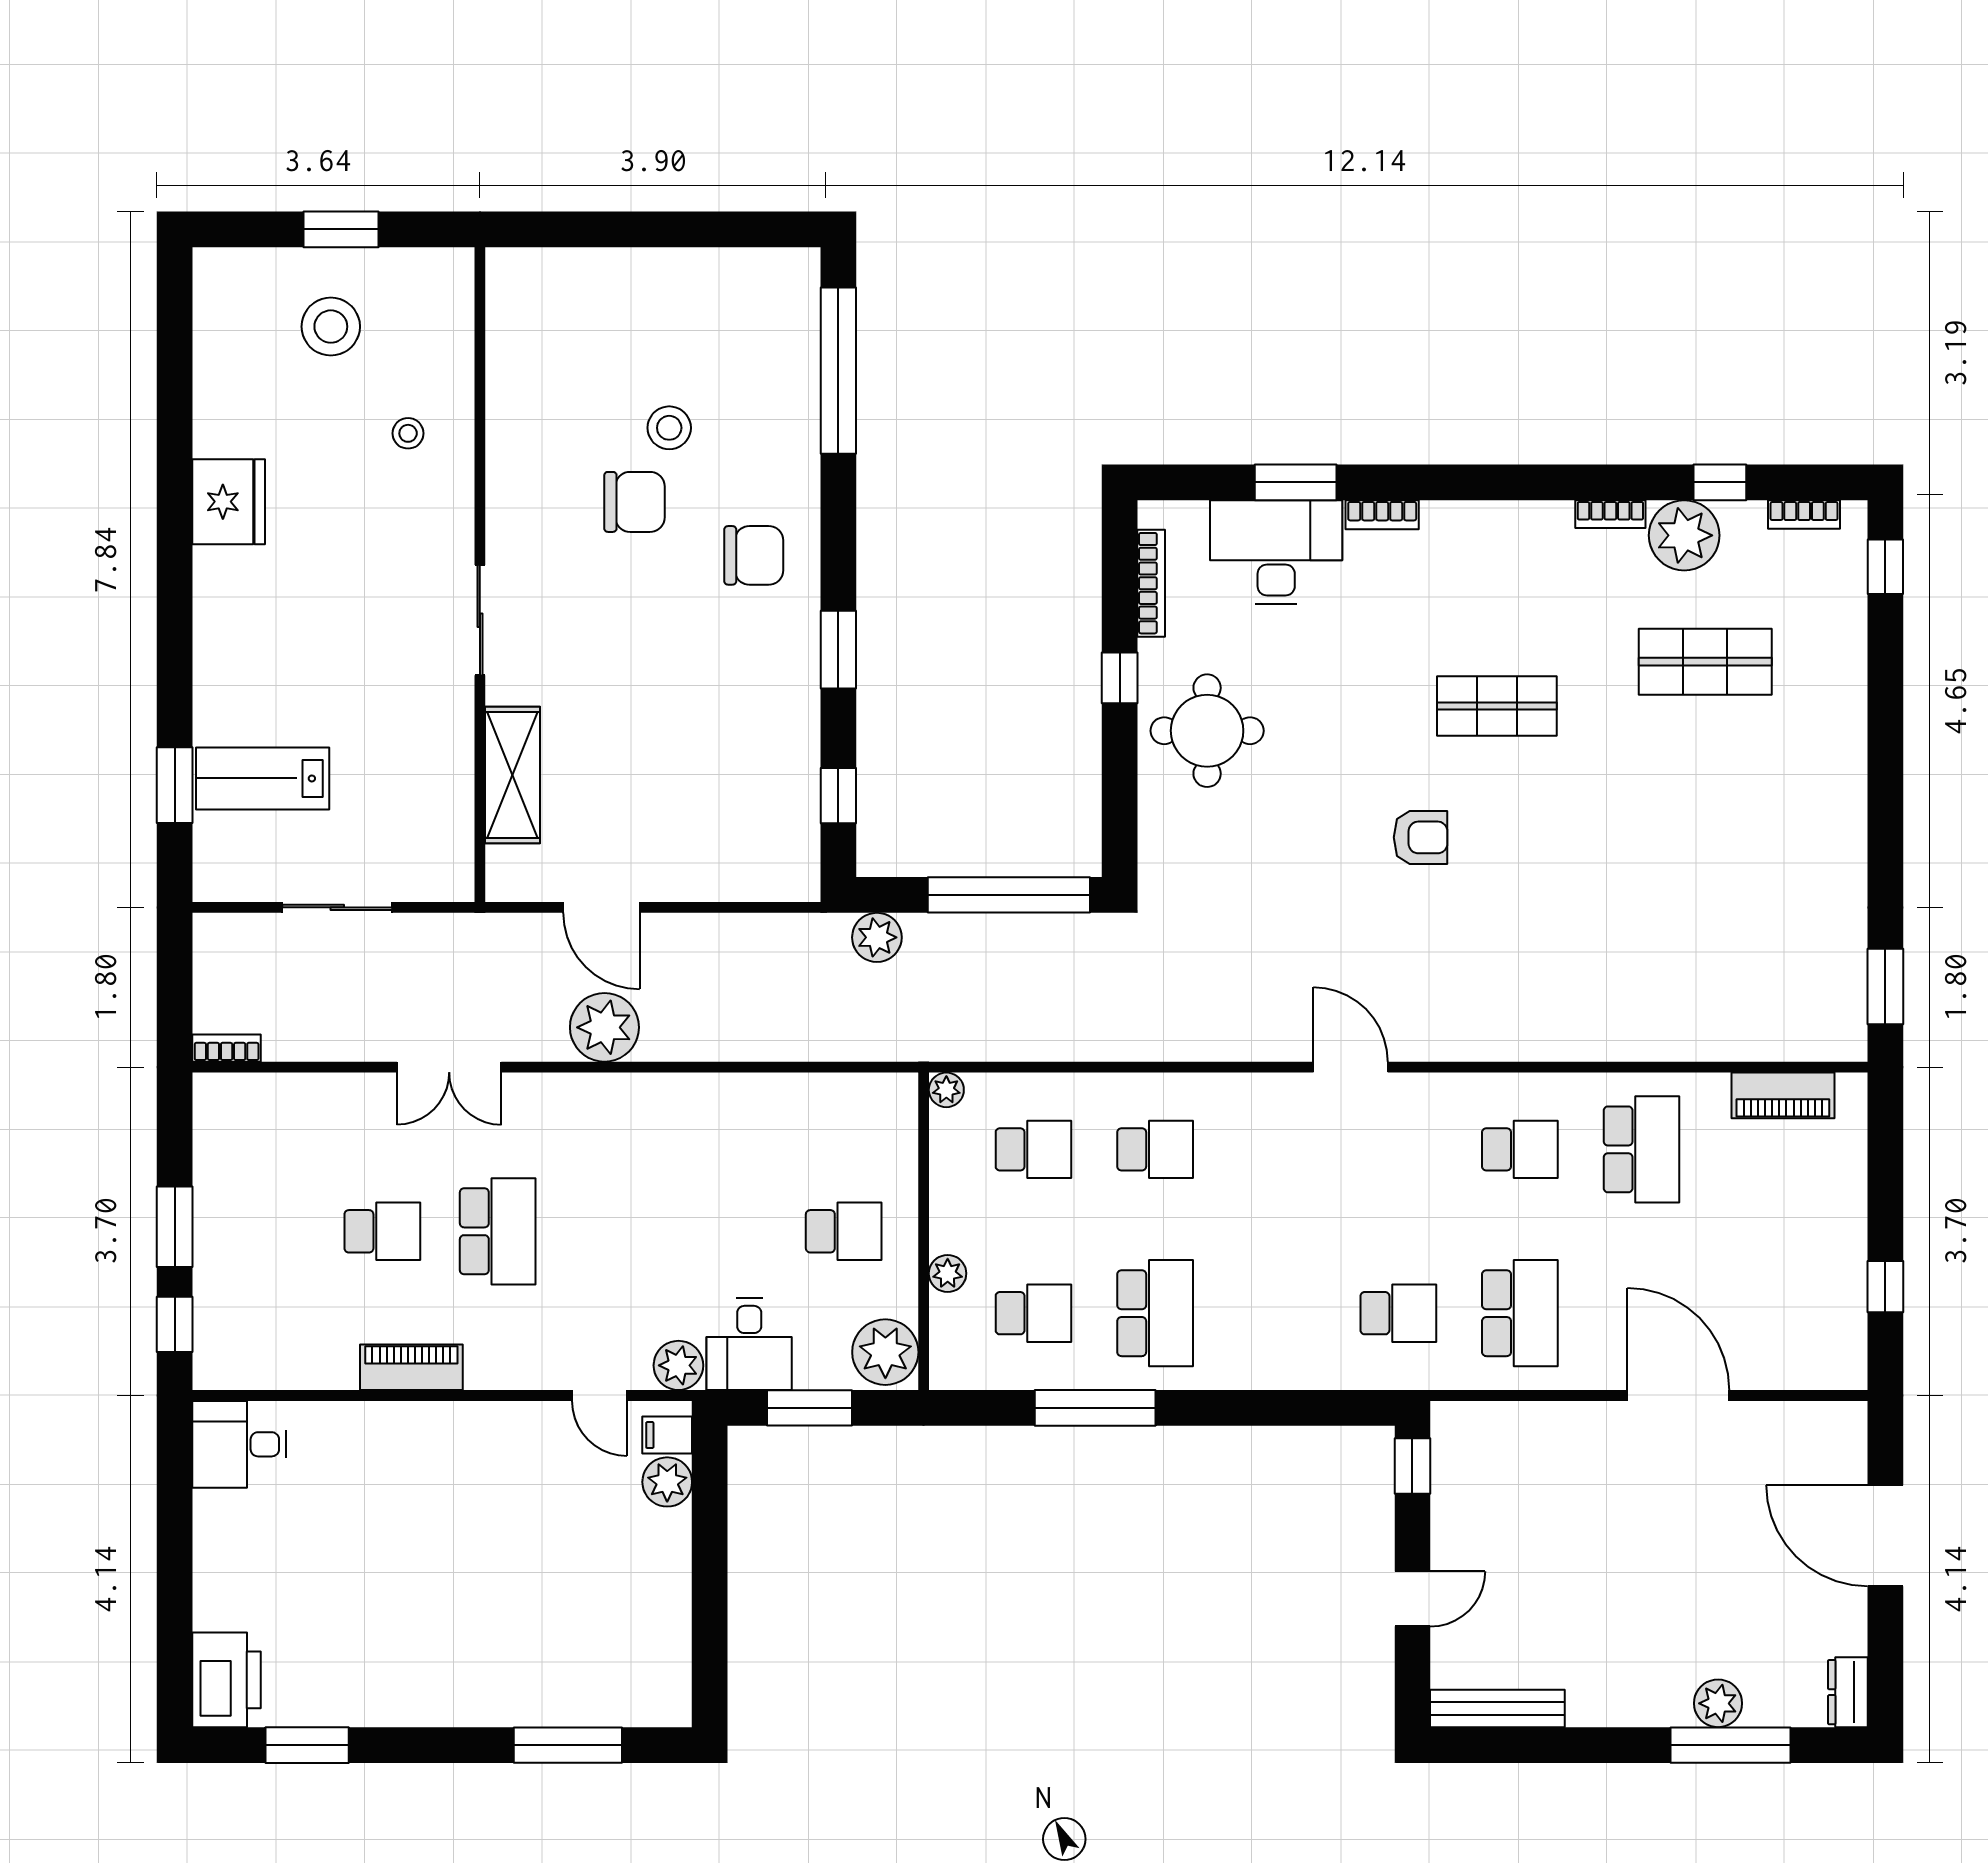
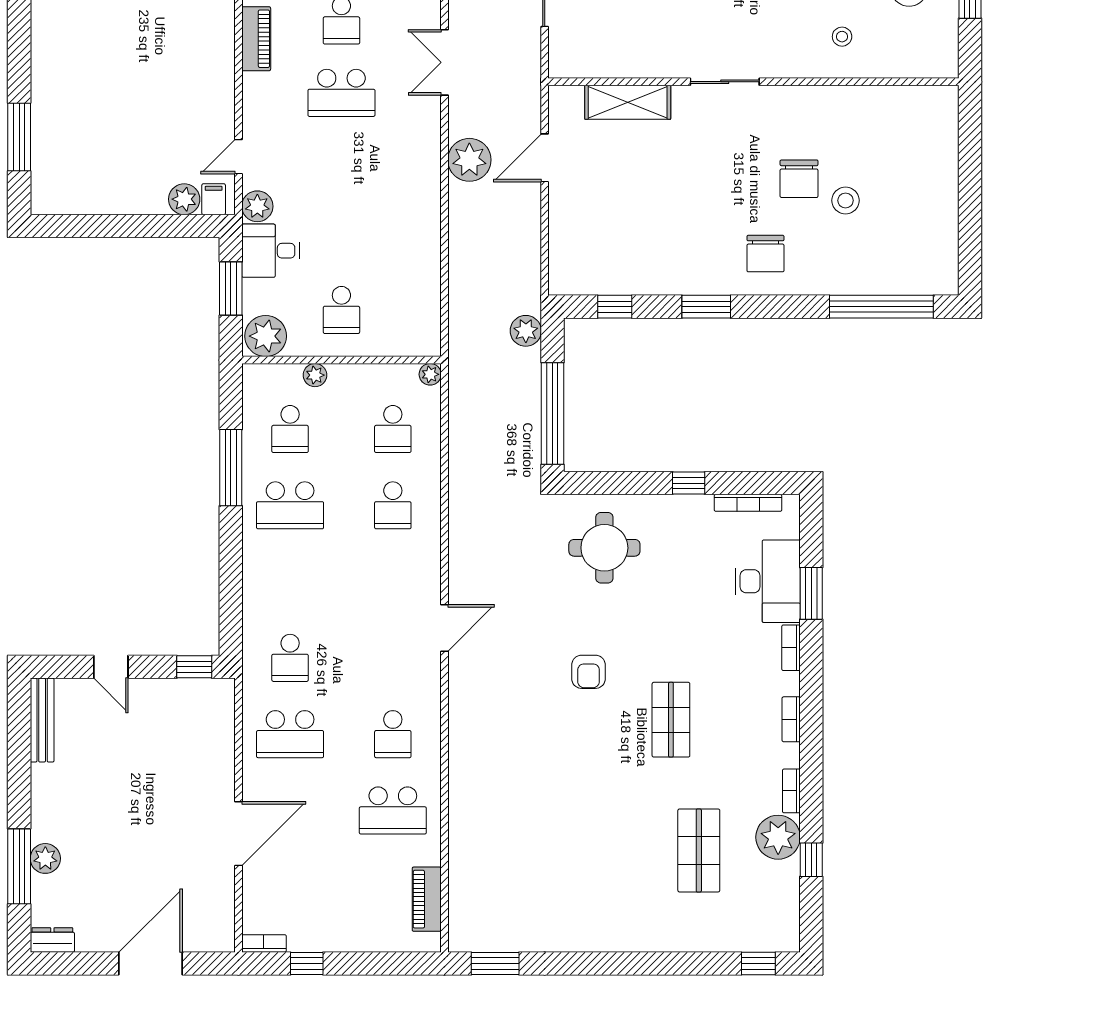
bookcase: (1804, 514) -> (791, 719), moved
round table: (1207, 731) -> (604, 548), moved
bookcase: (1854, 1355) -> (264, 943), added

